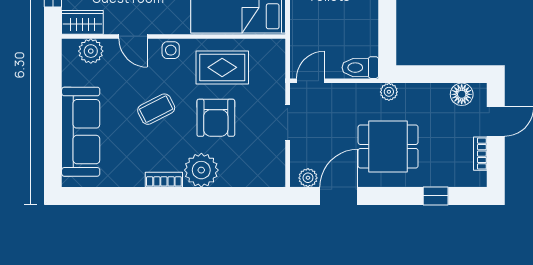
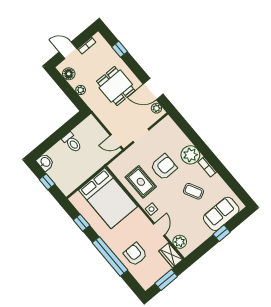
toilet: (360, 68) -> (72, 142), moved
plant: (389, 92) -> (81, 90), moved
coffee table: (156, 109) -> (193, 191), moved
window: (53, 121) -> (222, 233), added
sofa: (81, 132) -> (221, 214), width x0.73

